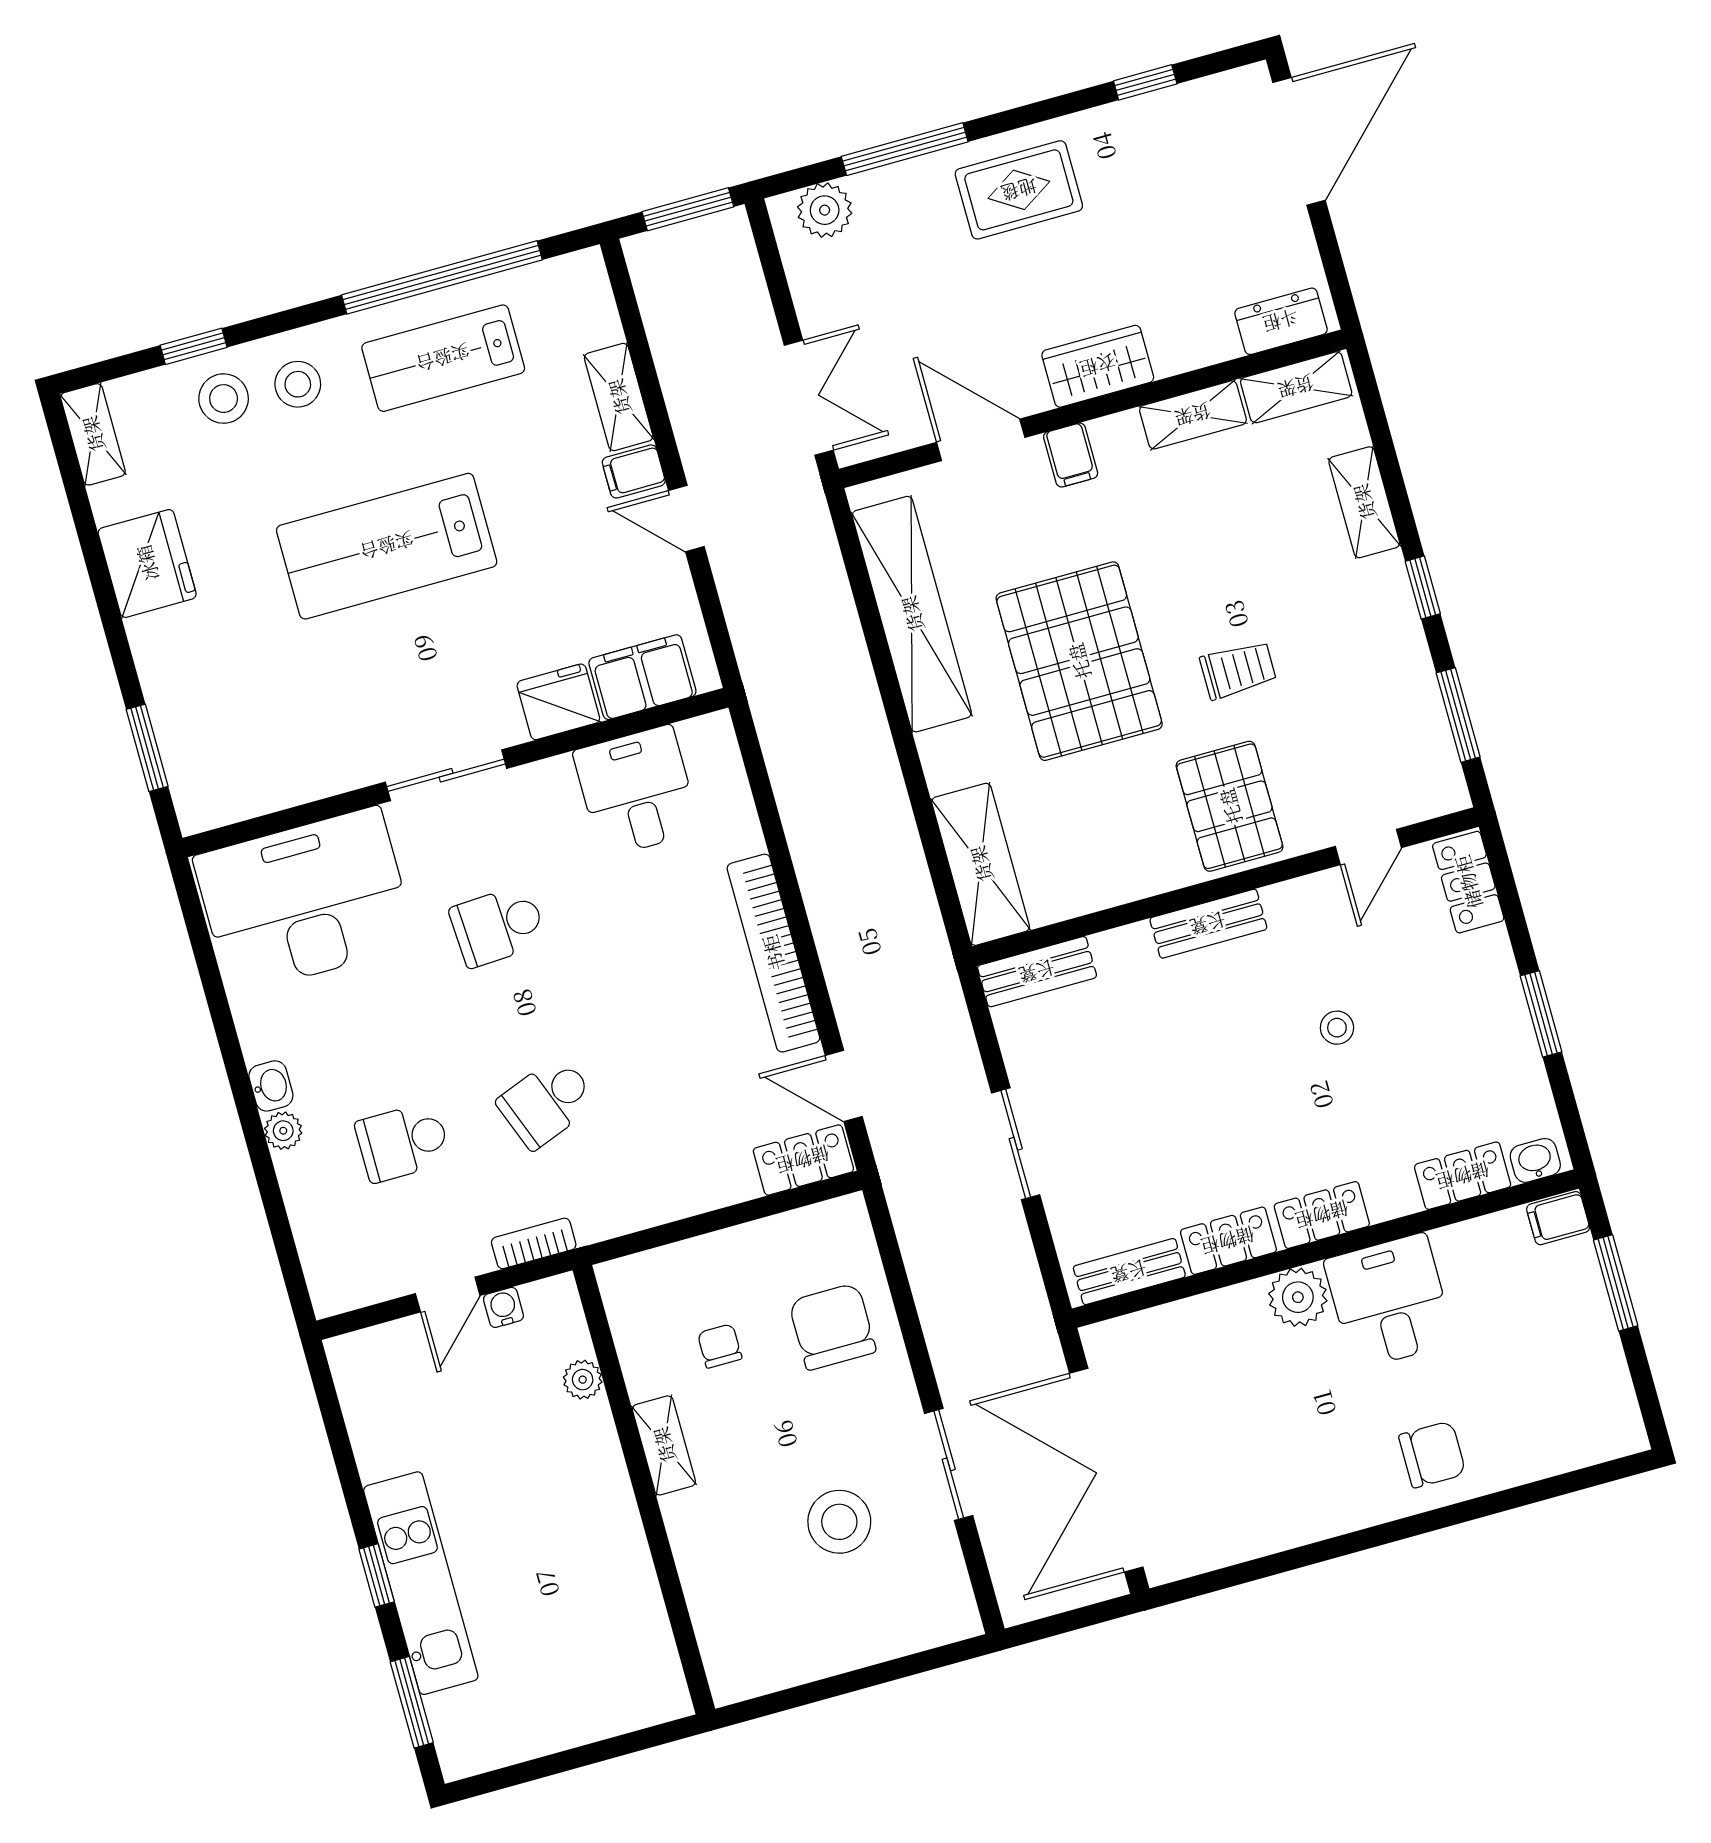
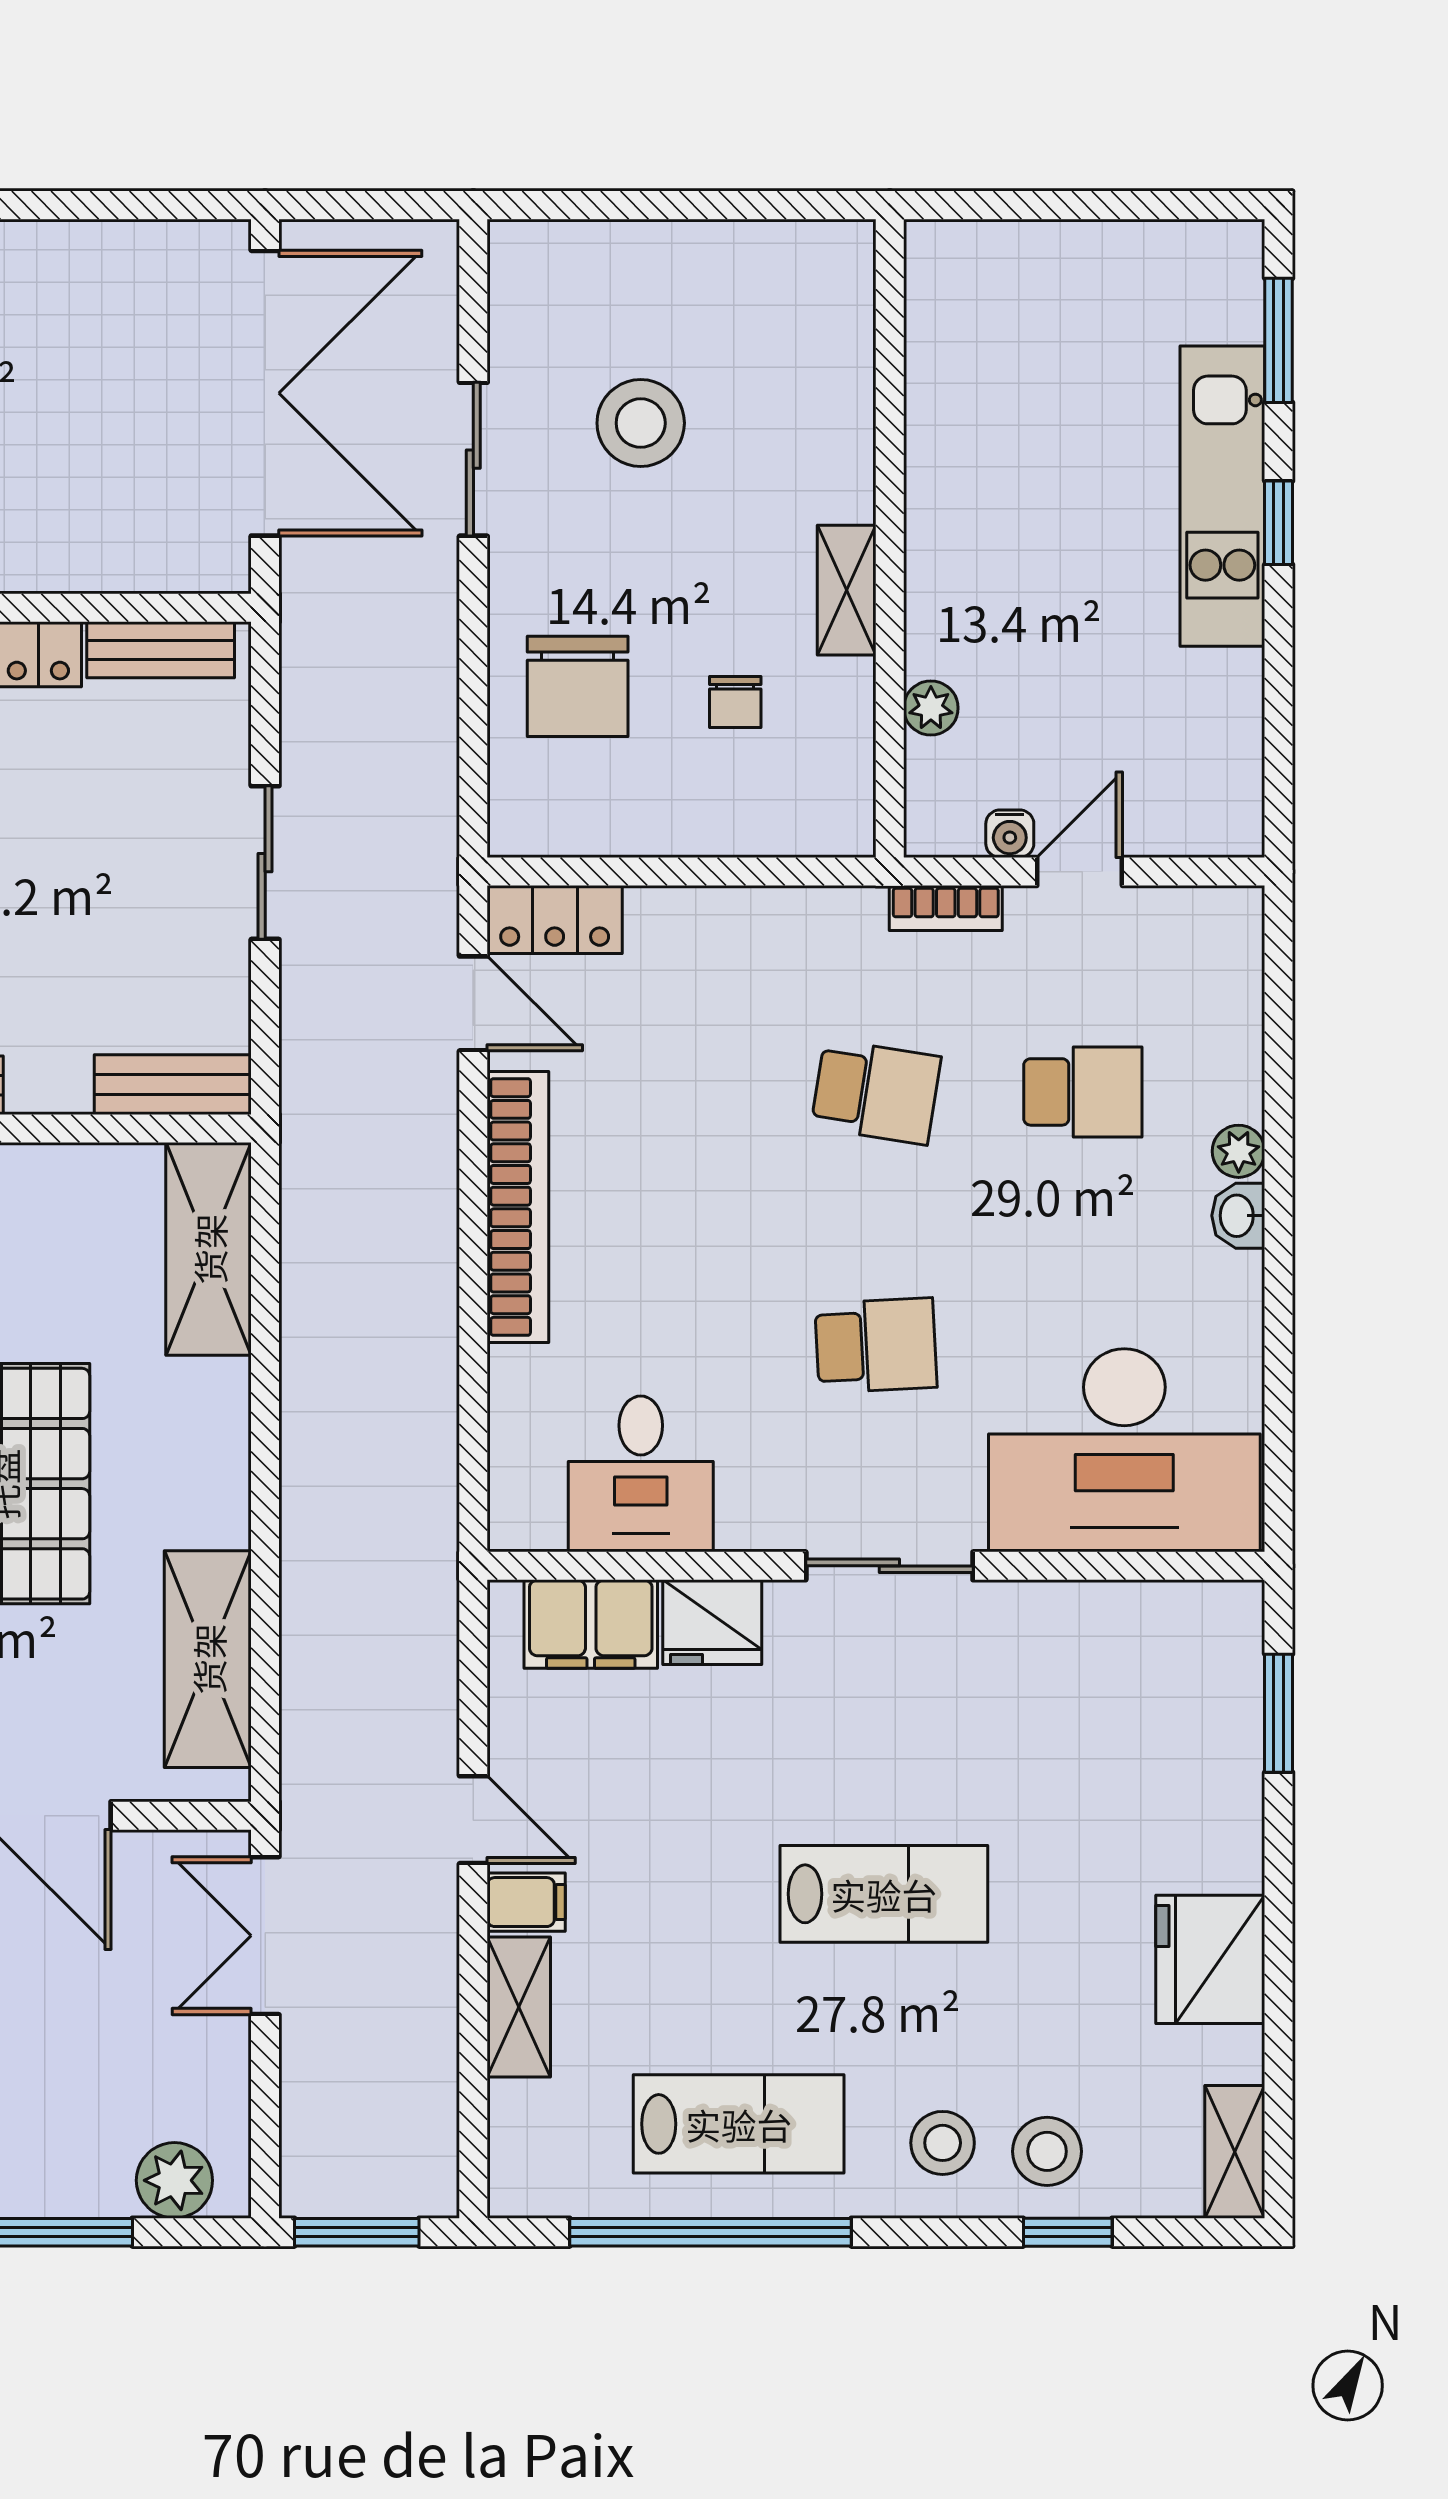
lab bench: (387, 546) -> (884, 1894), width x0.73, depth x0.72
shelving: (912, 614) -> (208, 1659), width x0.68
school desk: (547, 1102) -> (876, 1092), turned 30

